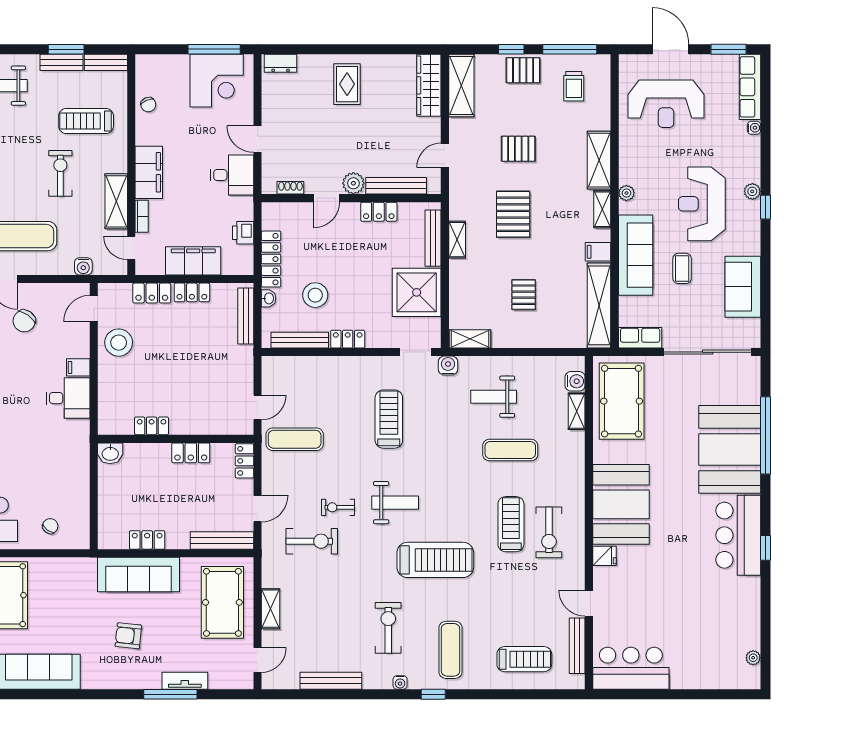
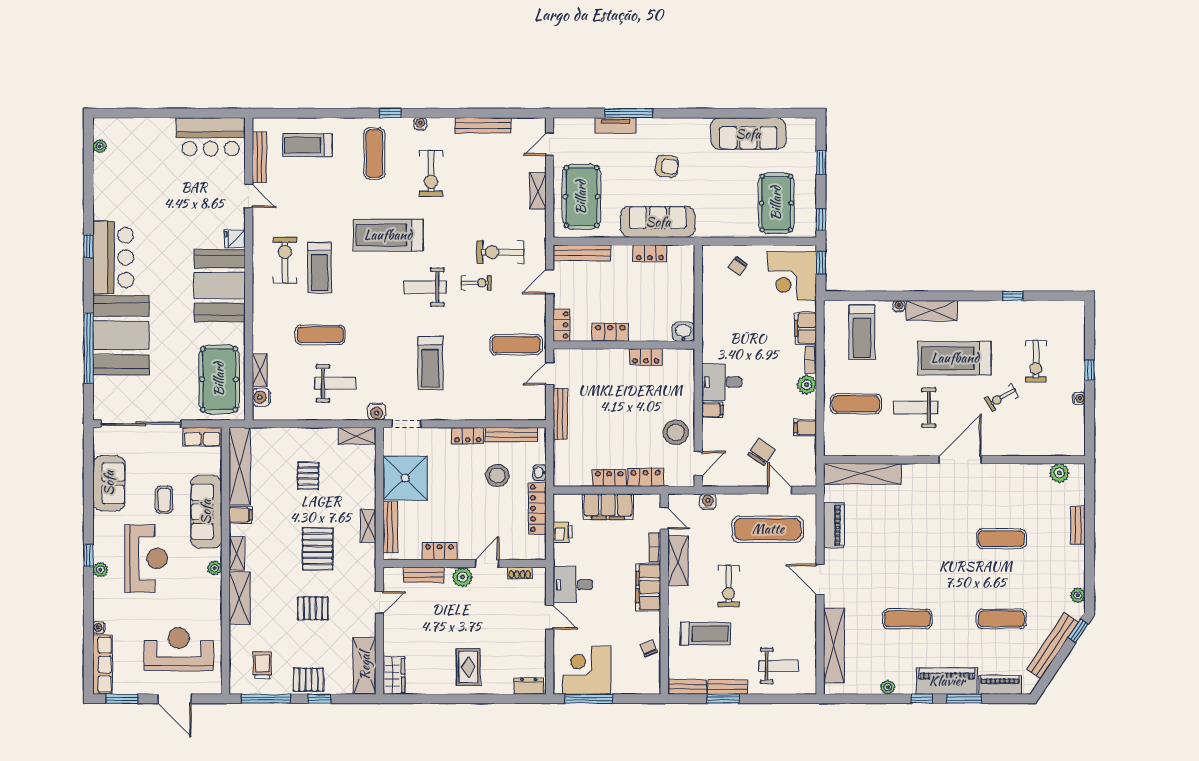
wardrobe: (429, 85) -> (394, 675), width x0.67
bench: (396, 186) -> (424, 575), width x0.73
bench: (246, 316) -> (560, 414), moved

